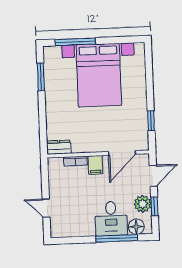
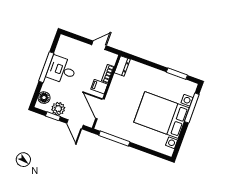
window: (151, 121) -> (114, 139), width x2.17
door: (46, 208) -> (99, 45), moved
desk: (111, 218) -> (62, 70), moved
window: (117, 238) -> (46, 67), moved

